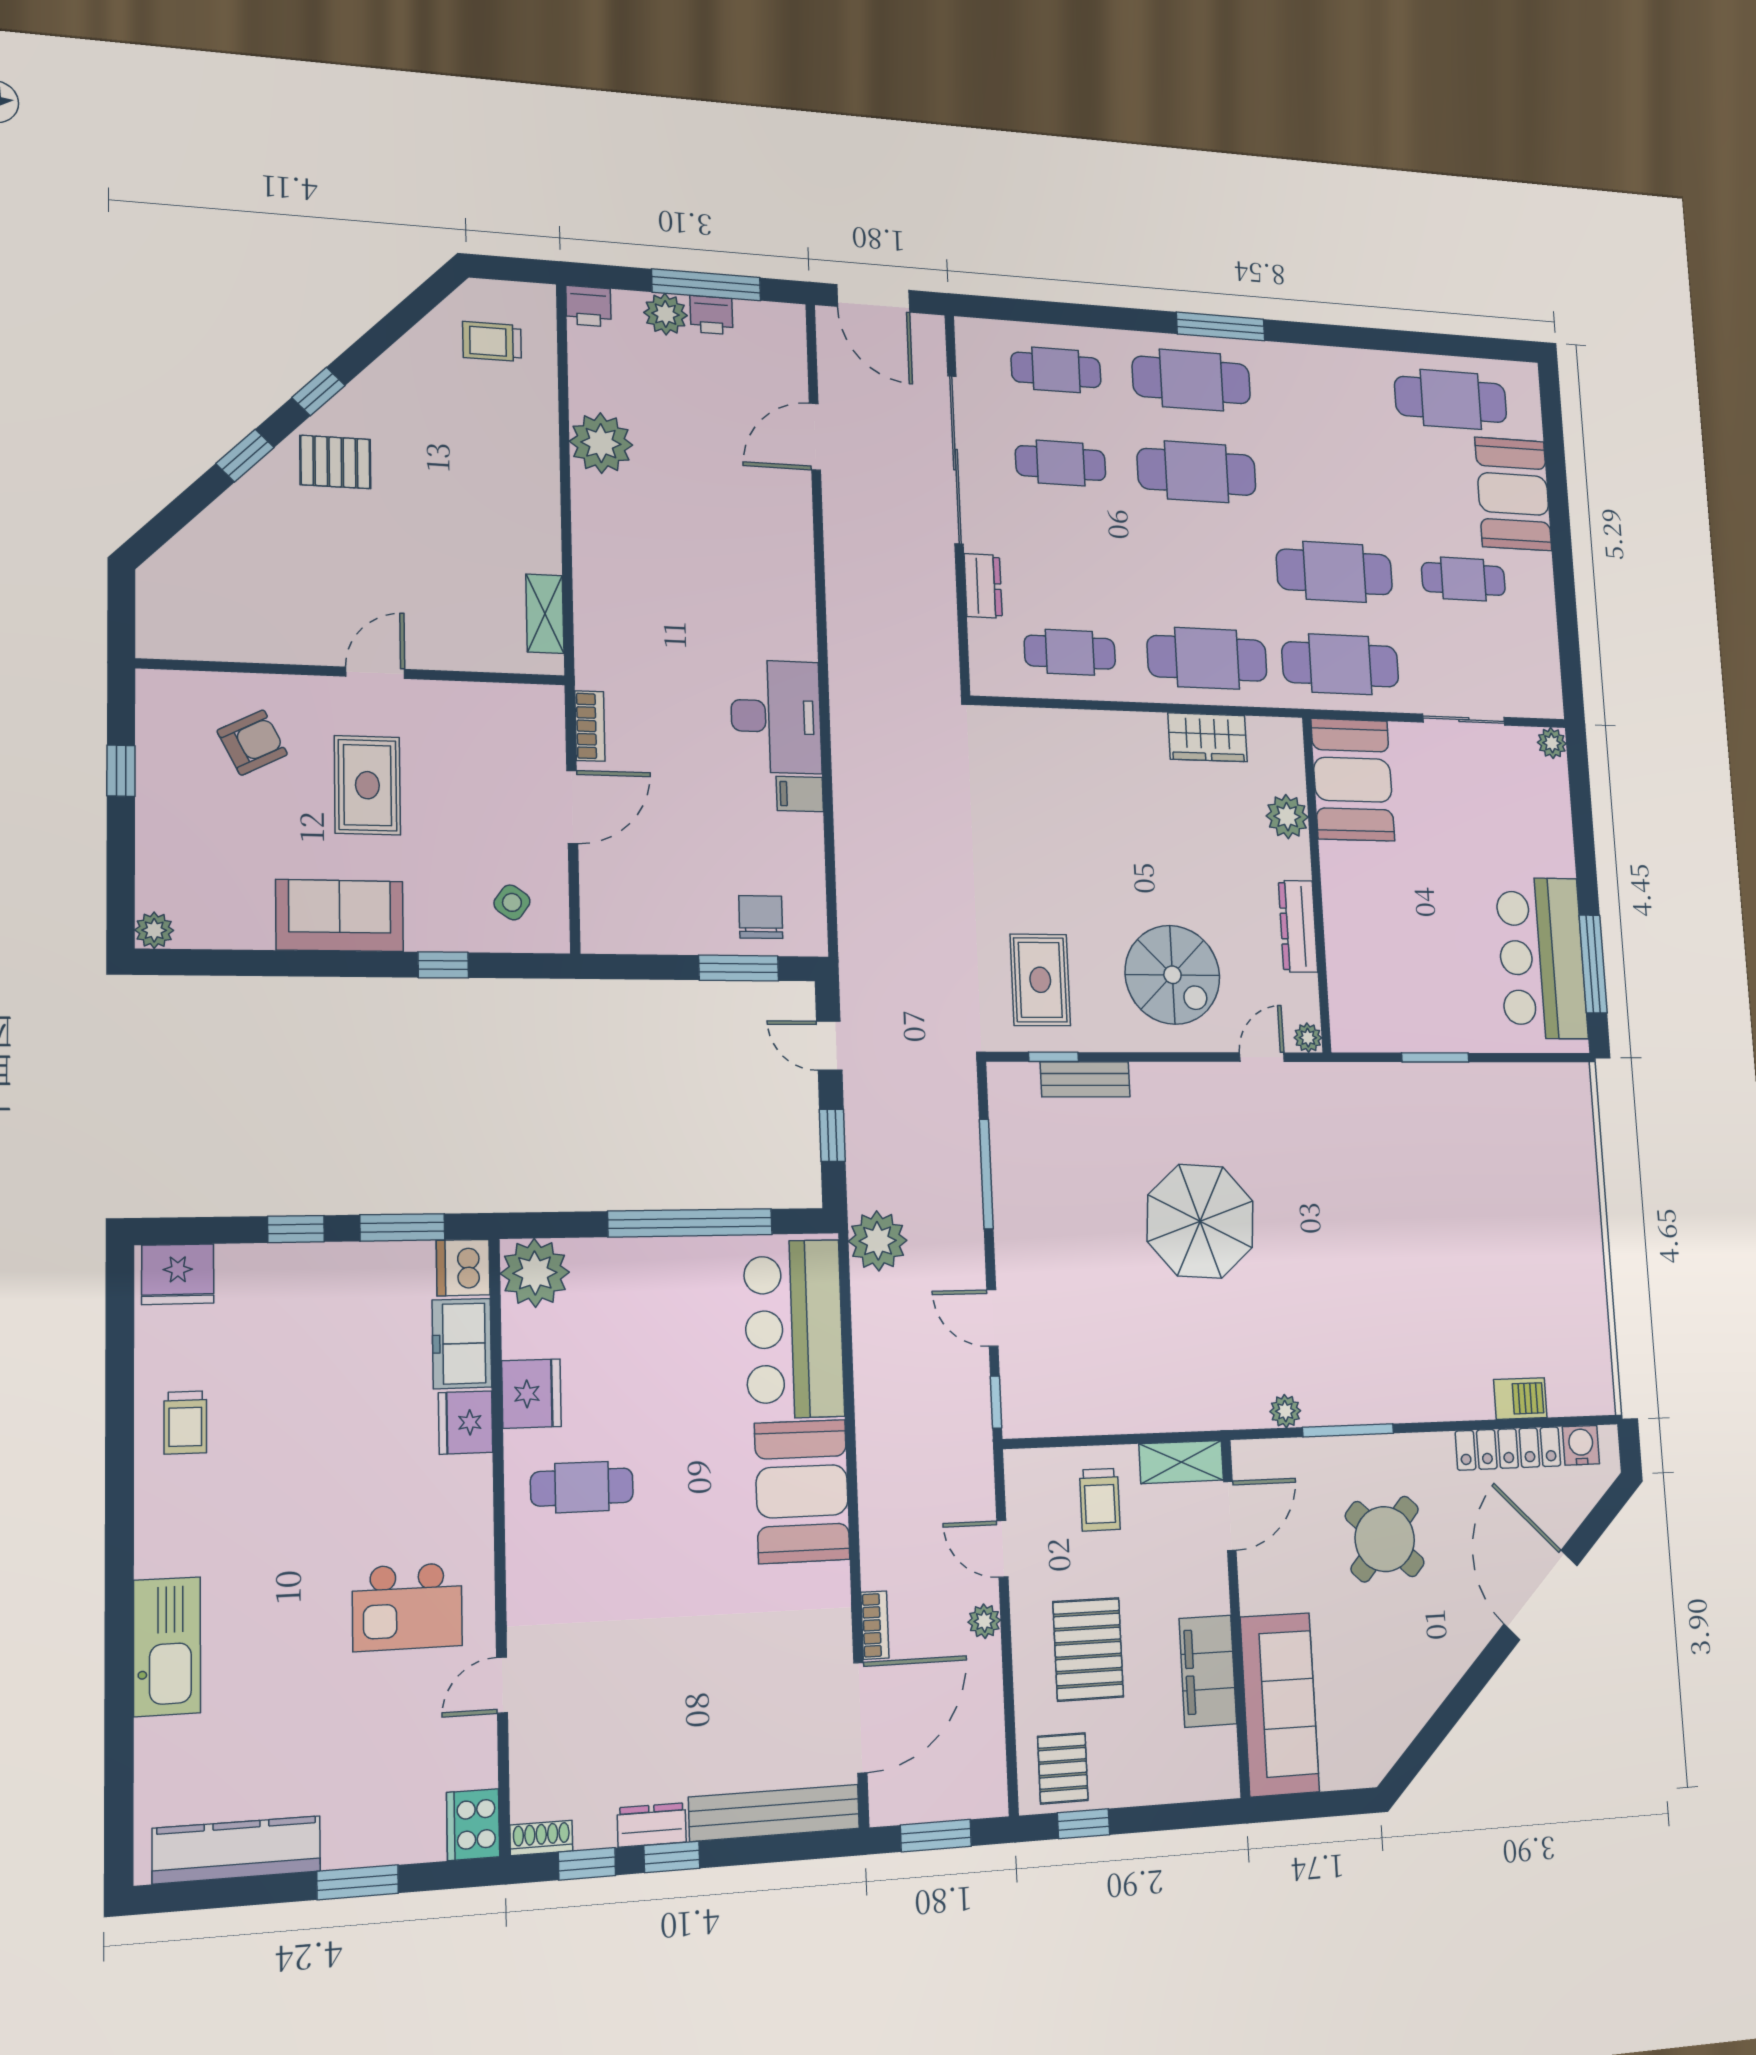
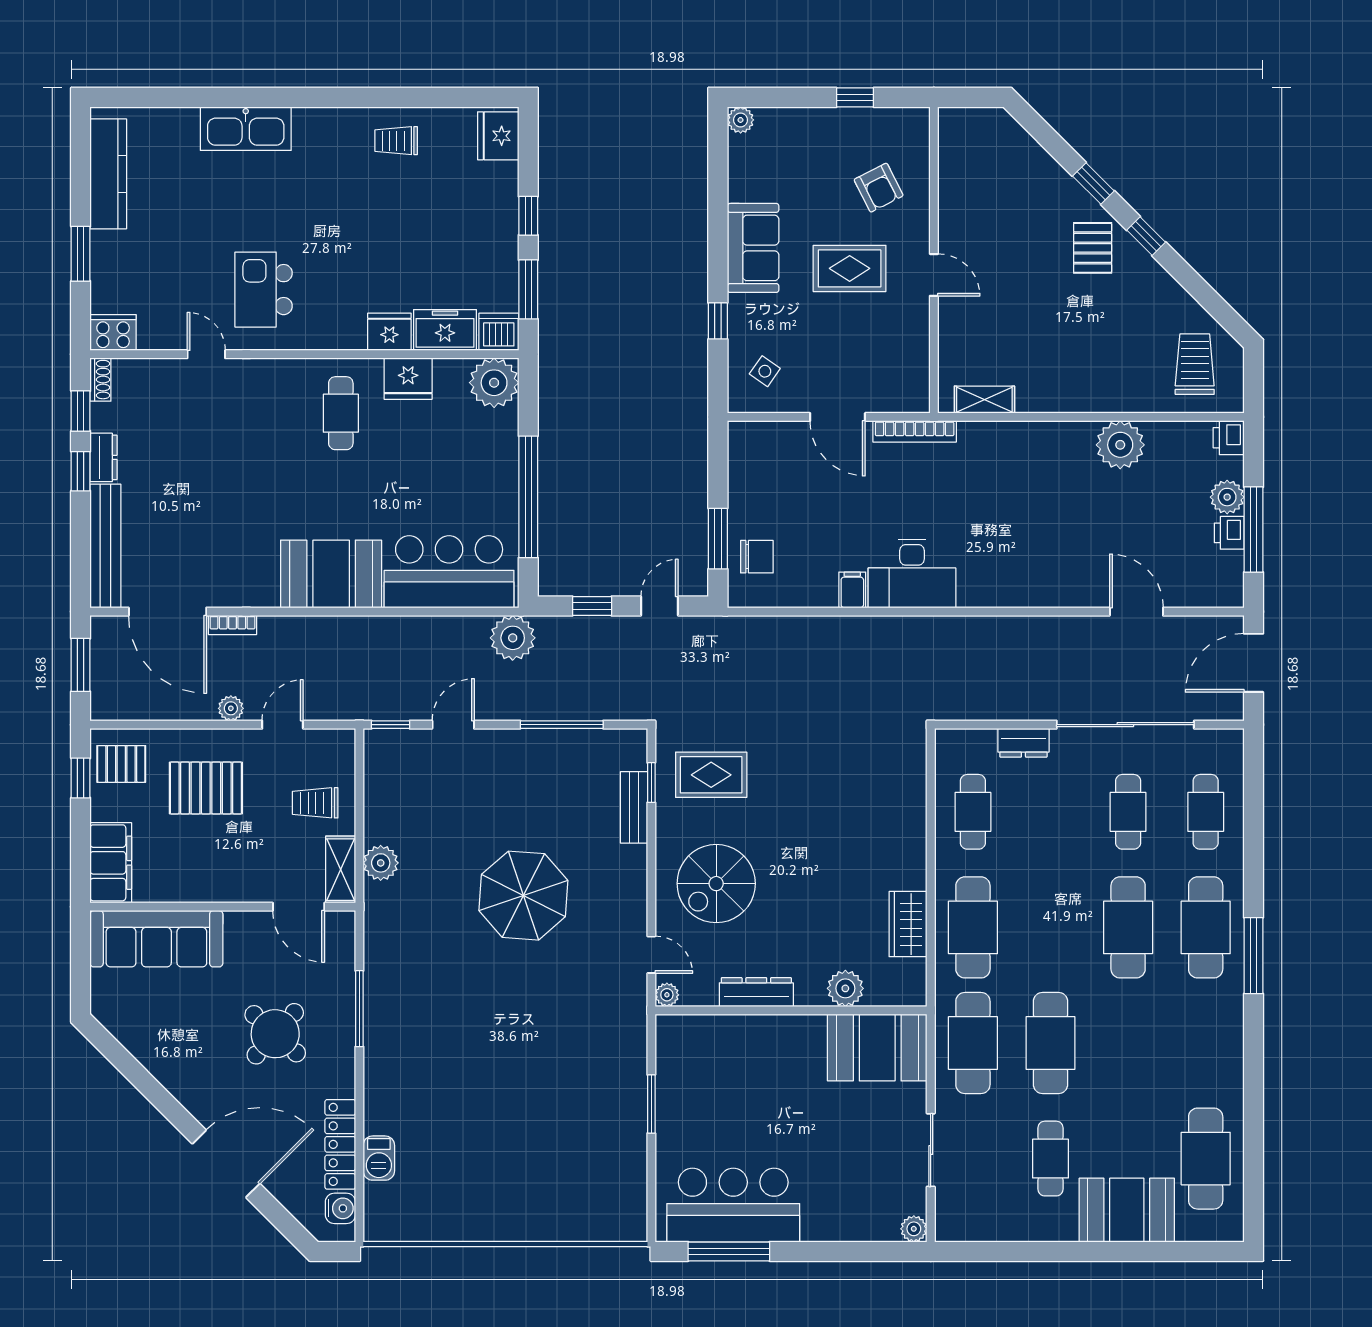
trolley: (492, 341) -> (1195, 364), width x1.36, depth x1.39
bookcase: (590, 726) -> (915, 431), width x1.56
plant: (1285, 1411) -> (381, 863), moved, width x1.38, depth x1.38
filing cabinet: (1208, 1671) -> (111, 863), moved, turned 90

